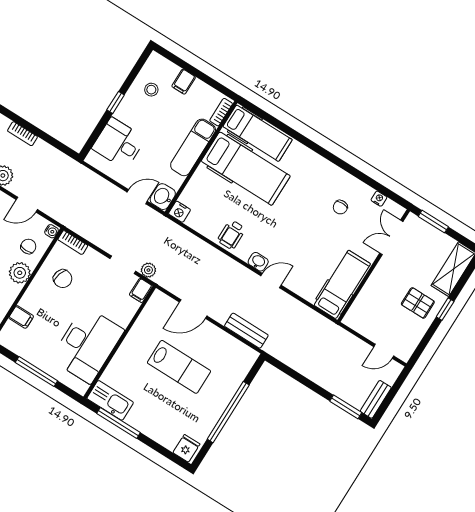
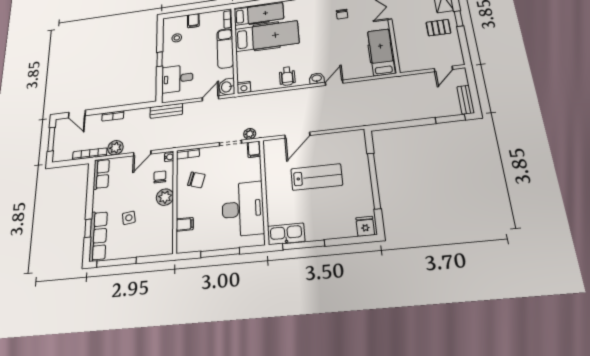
bench: (246, 331) -> (166, 111), moved

